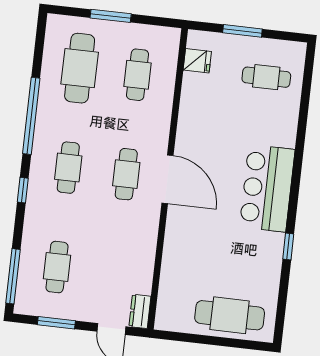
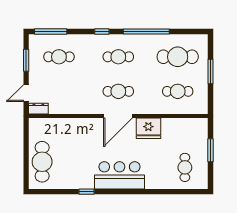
fridge: (197, 61) -> (148, 128), moved, width x1.88, depth x1.34

